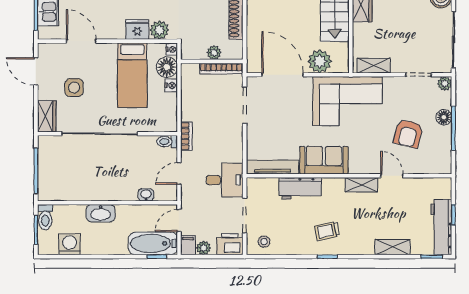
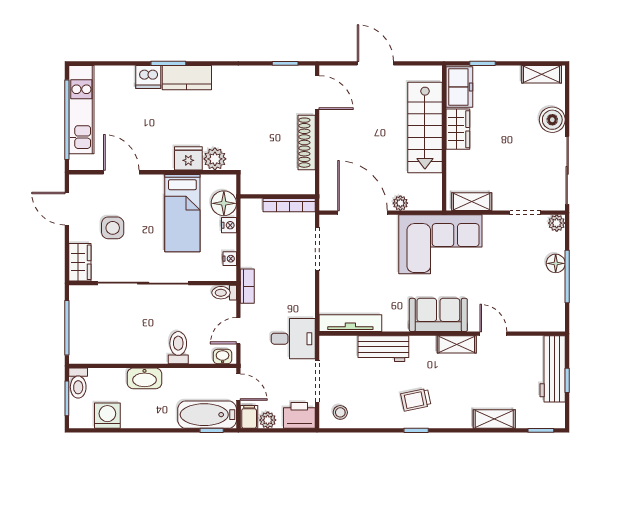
nightstand: (172, 49) -> (230, 259), moved
plant: (214, 53) -> (280, 186), removed
plant: (320, 61) -> (400, 203), width x0.53, depth x0.53
armchair: (408, 134) -> (513, 283), removed
sofa: (324, 160) -> (438, 315), moved
toilet: (129, 188) -> (178, 348), added
washbasin: (146, 195) -> (223, 356), moved
door: (179, 220) -> (238, 387), swing flipped
workbench: (441, 227) -> (553, 369), moved

